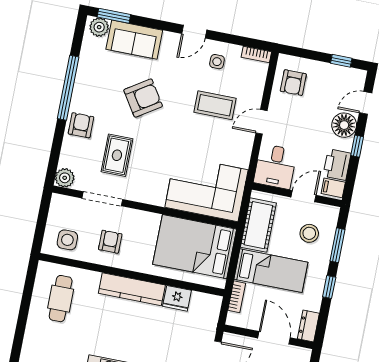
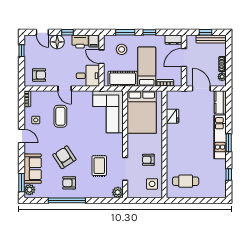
armchair: (81, 125) -> (69, 183), moved
rug: (117, 155) -> (99, 166), turned 90
kitchen counter: (132, 289) -> (173, 142), removed

